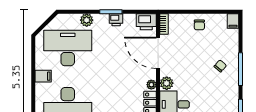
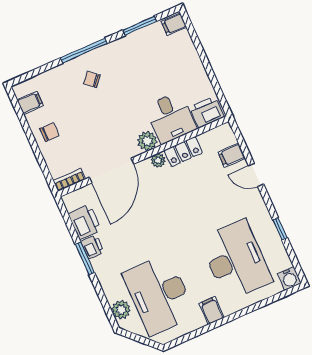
plant: (87, 20) -> (121, 310), moved
filing cabinet: (233, 21) -> (30, 103), moved
printer: (146, 22) -> (85, 222), moved

